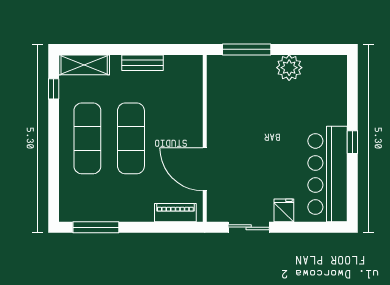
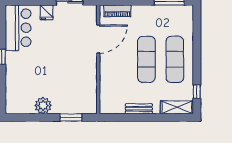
window: (247, 49) -> (71, 117), width x0.69
door: (205, 169) -> (98, 39), hinge flipped
bar counter: (327, 174) -> (18, 28), width x0.73

